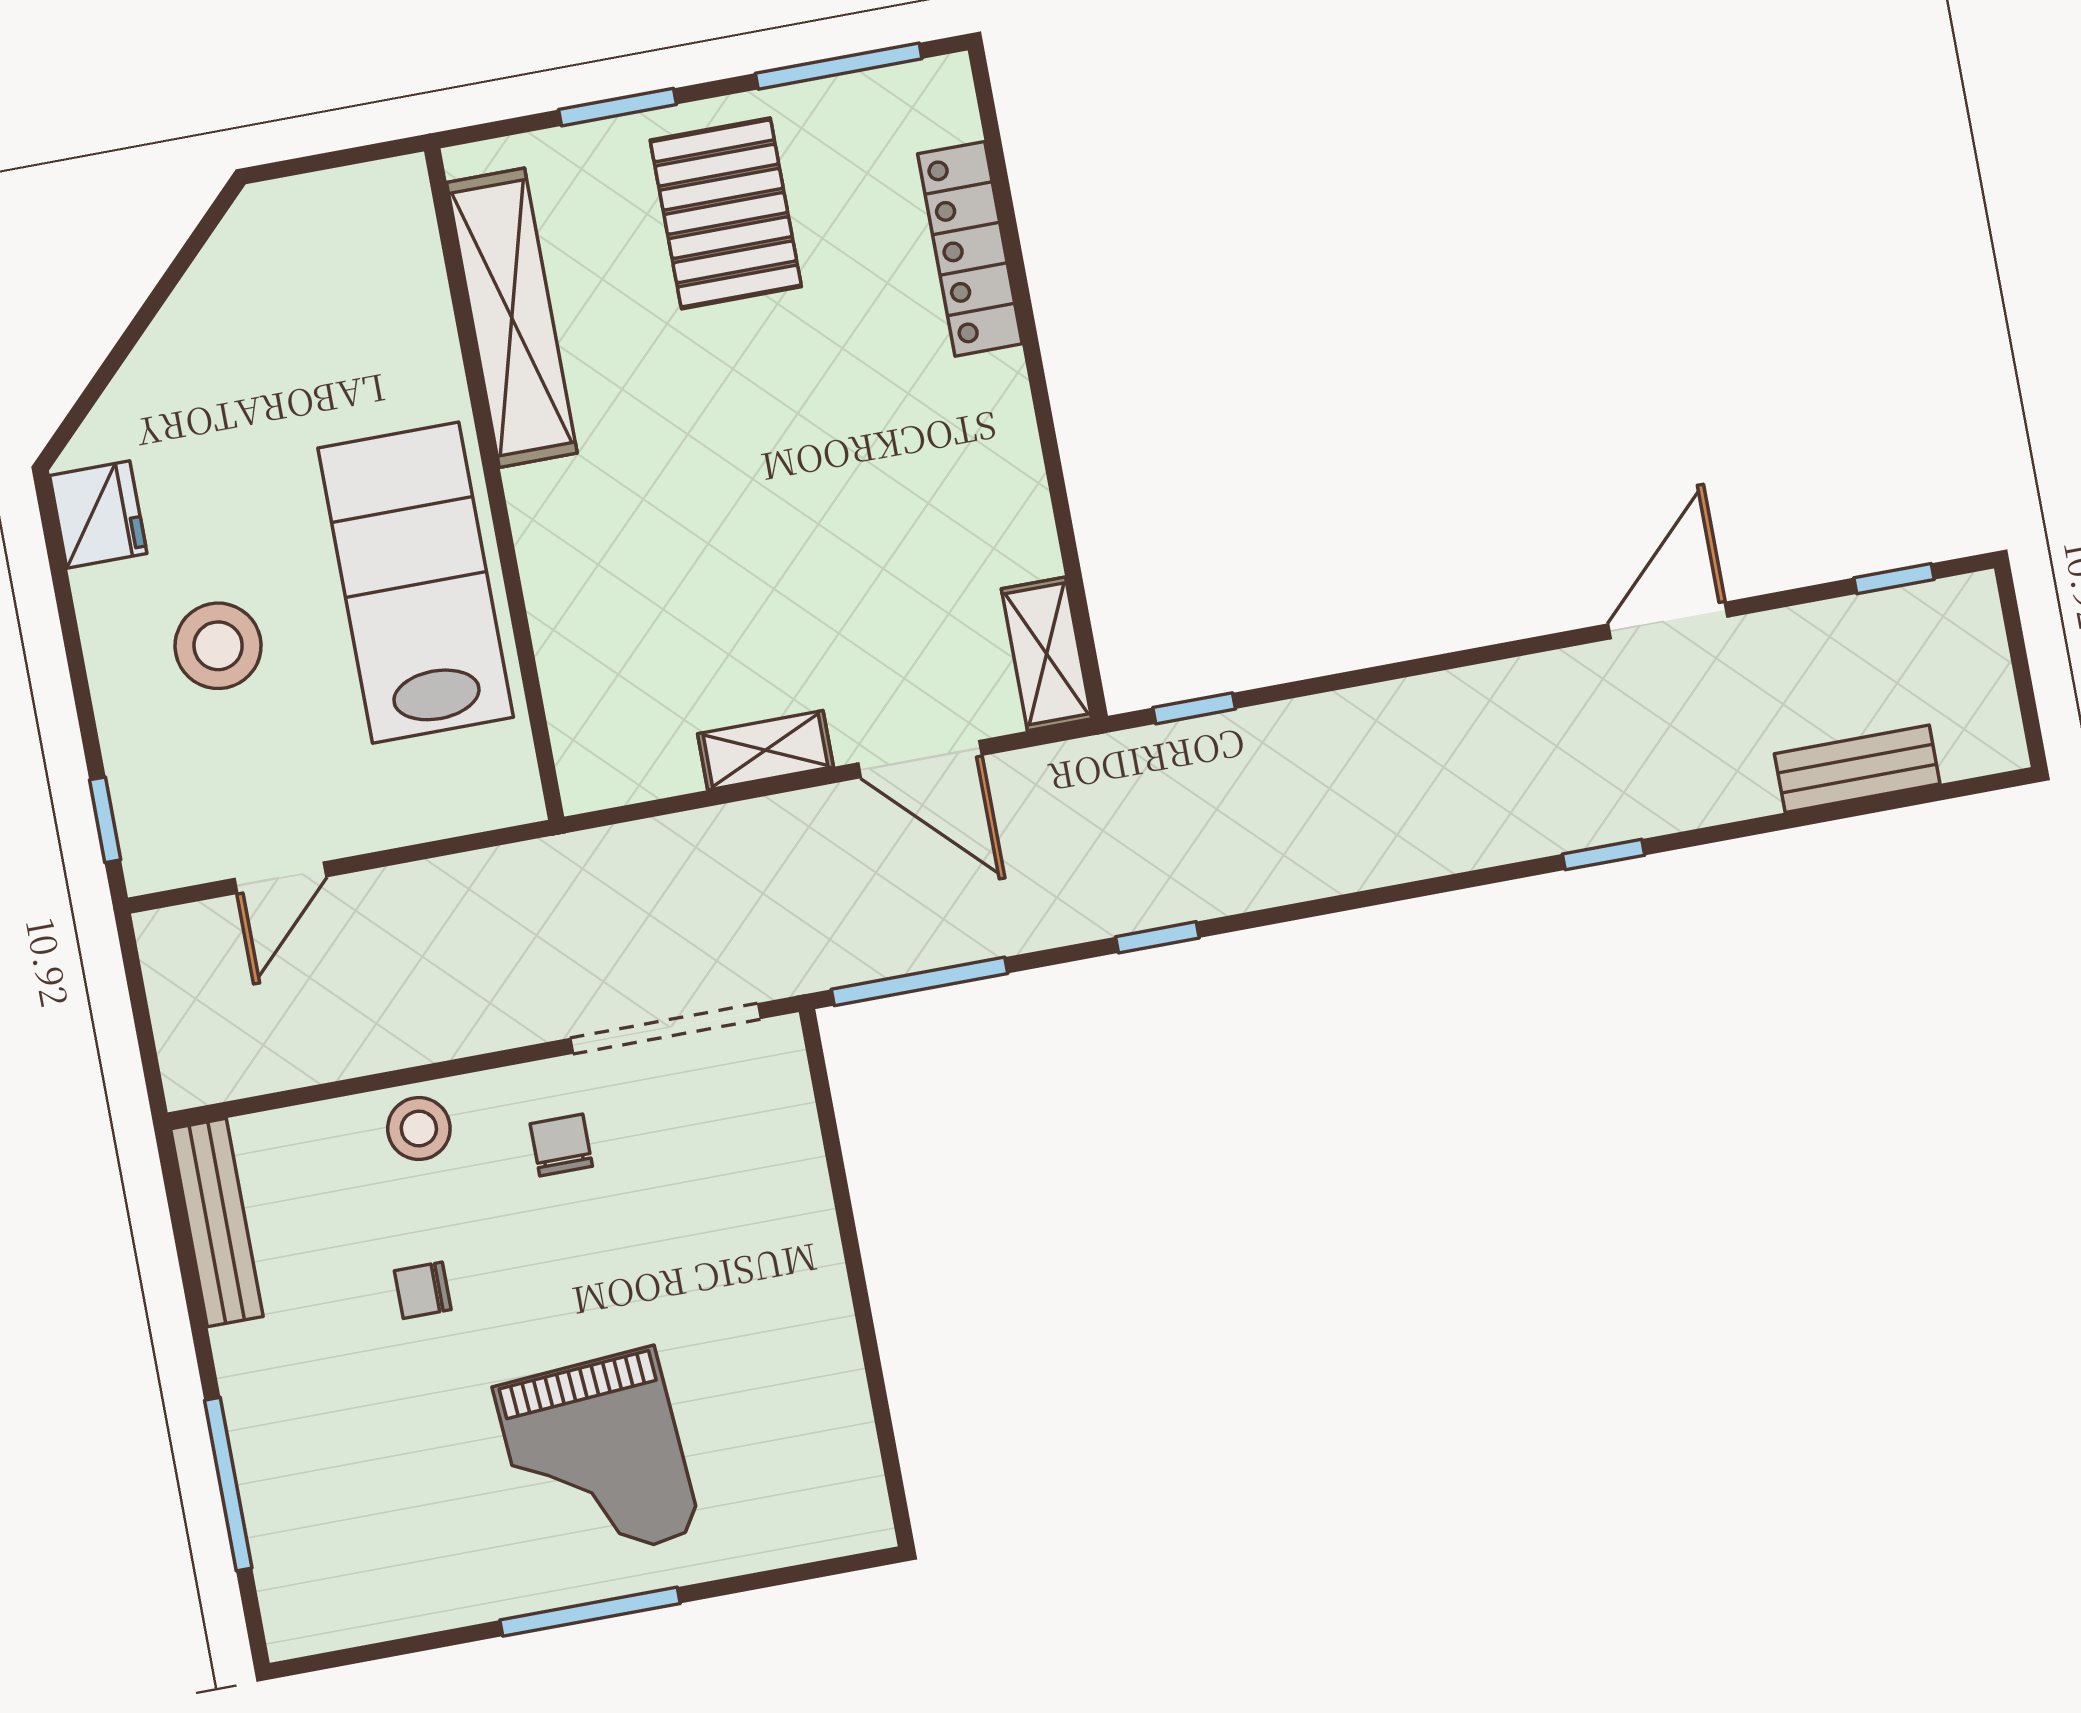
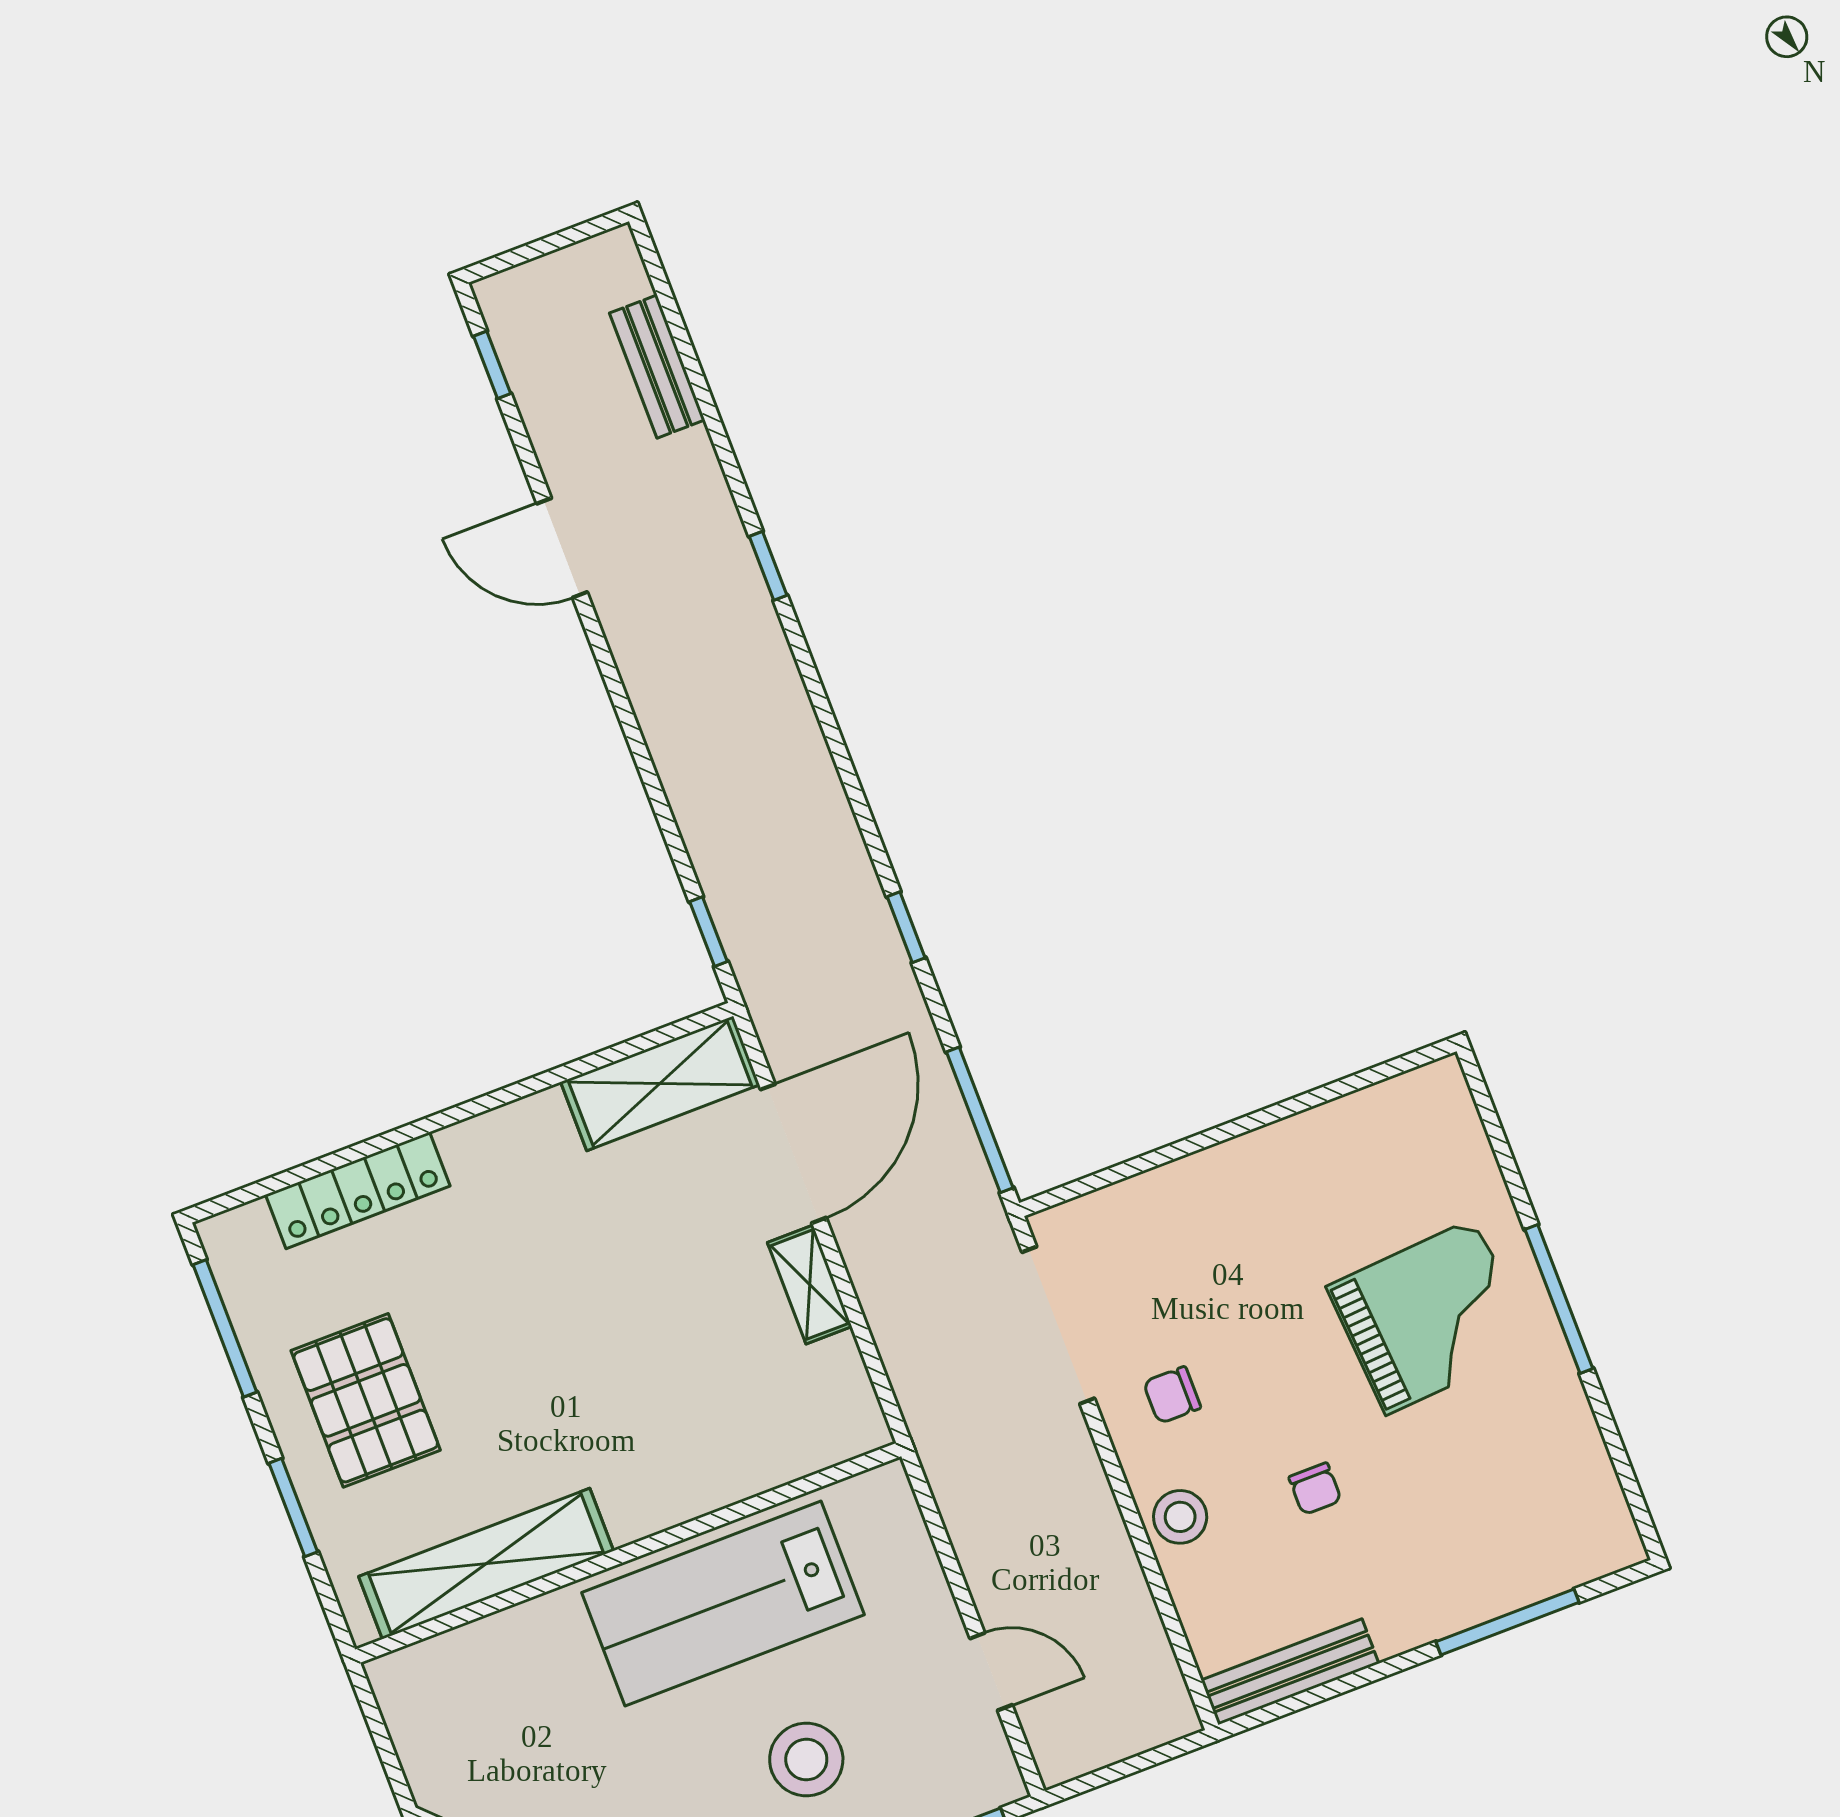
pallet: (726, 213) -> (366, 1400), turned 90
shelving: (1047, 654) -> (660, 1083), width x1.50, depth x1.33
door: (920, 759) -> (793, 1154), width x1.36

